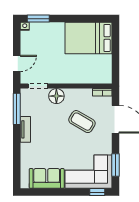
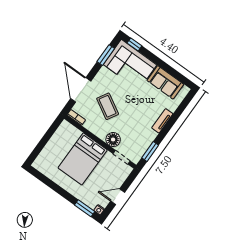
bed: (89, 38) -> (83, 159), moved, turned 90
door: (17, 63) -> (118, 197), moved
window: (17, 109) -> (150, 152), width x0.69
tv unit: (25, 129) -> (162, 121), moved

